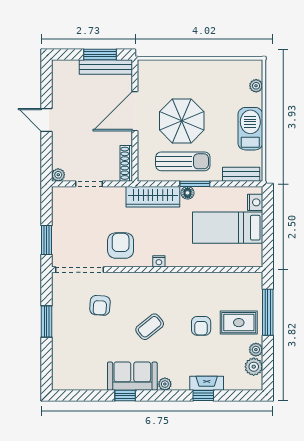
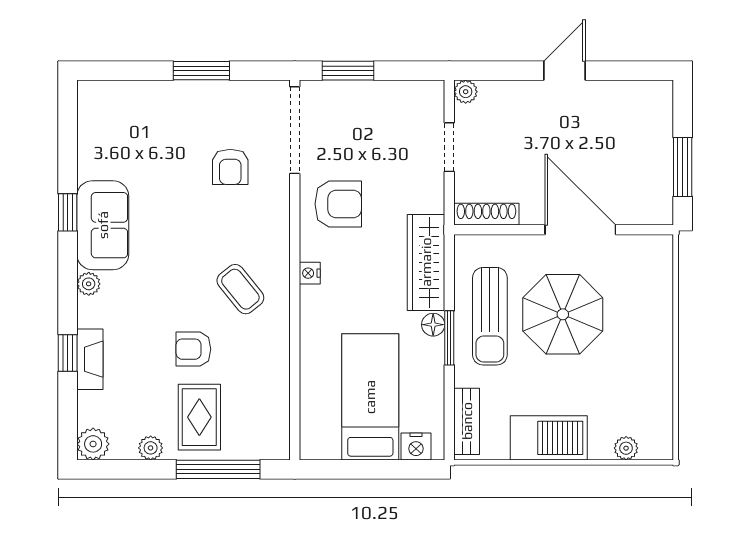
bench: (106, 67) -> (660, 177), removed
armchair: (100, 305) -> (230, 167), turned -94
coffee table: (150, 327) -> (240, 289), moved
plant: (254, 367) -> (93, 444), moved

